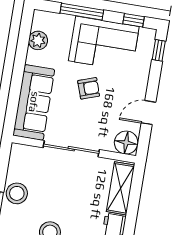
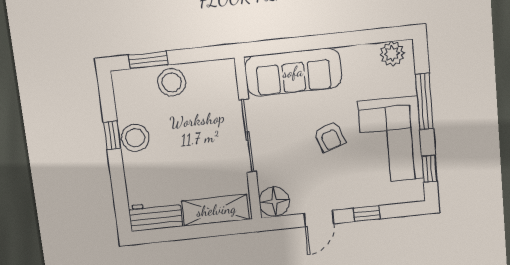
plant: (38, 40) -> (392, 54), moved
window: (159, 50) -> (367, 214), moved
door: (148, 113) -> (319, 219), swing flipped

